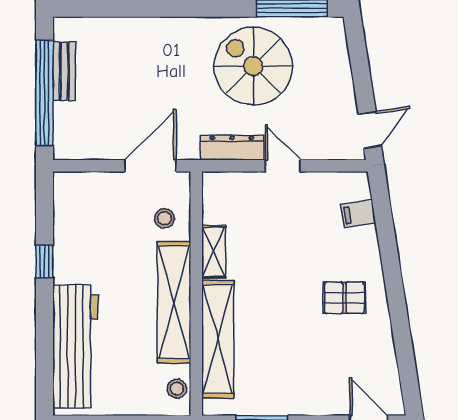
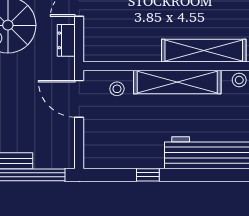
dresser: (232, 148) -> (66, 40), width x0.70
shelving: (214, 252) -> (141, 54), removed

